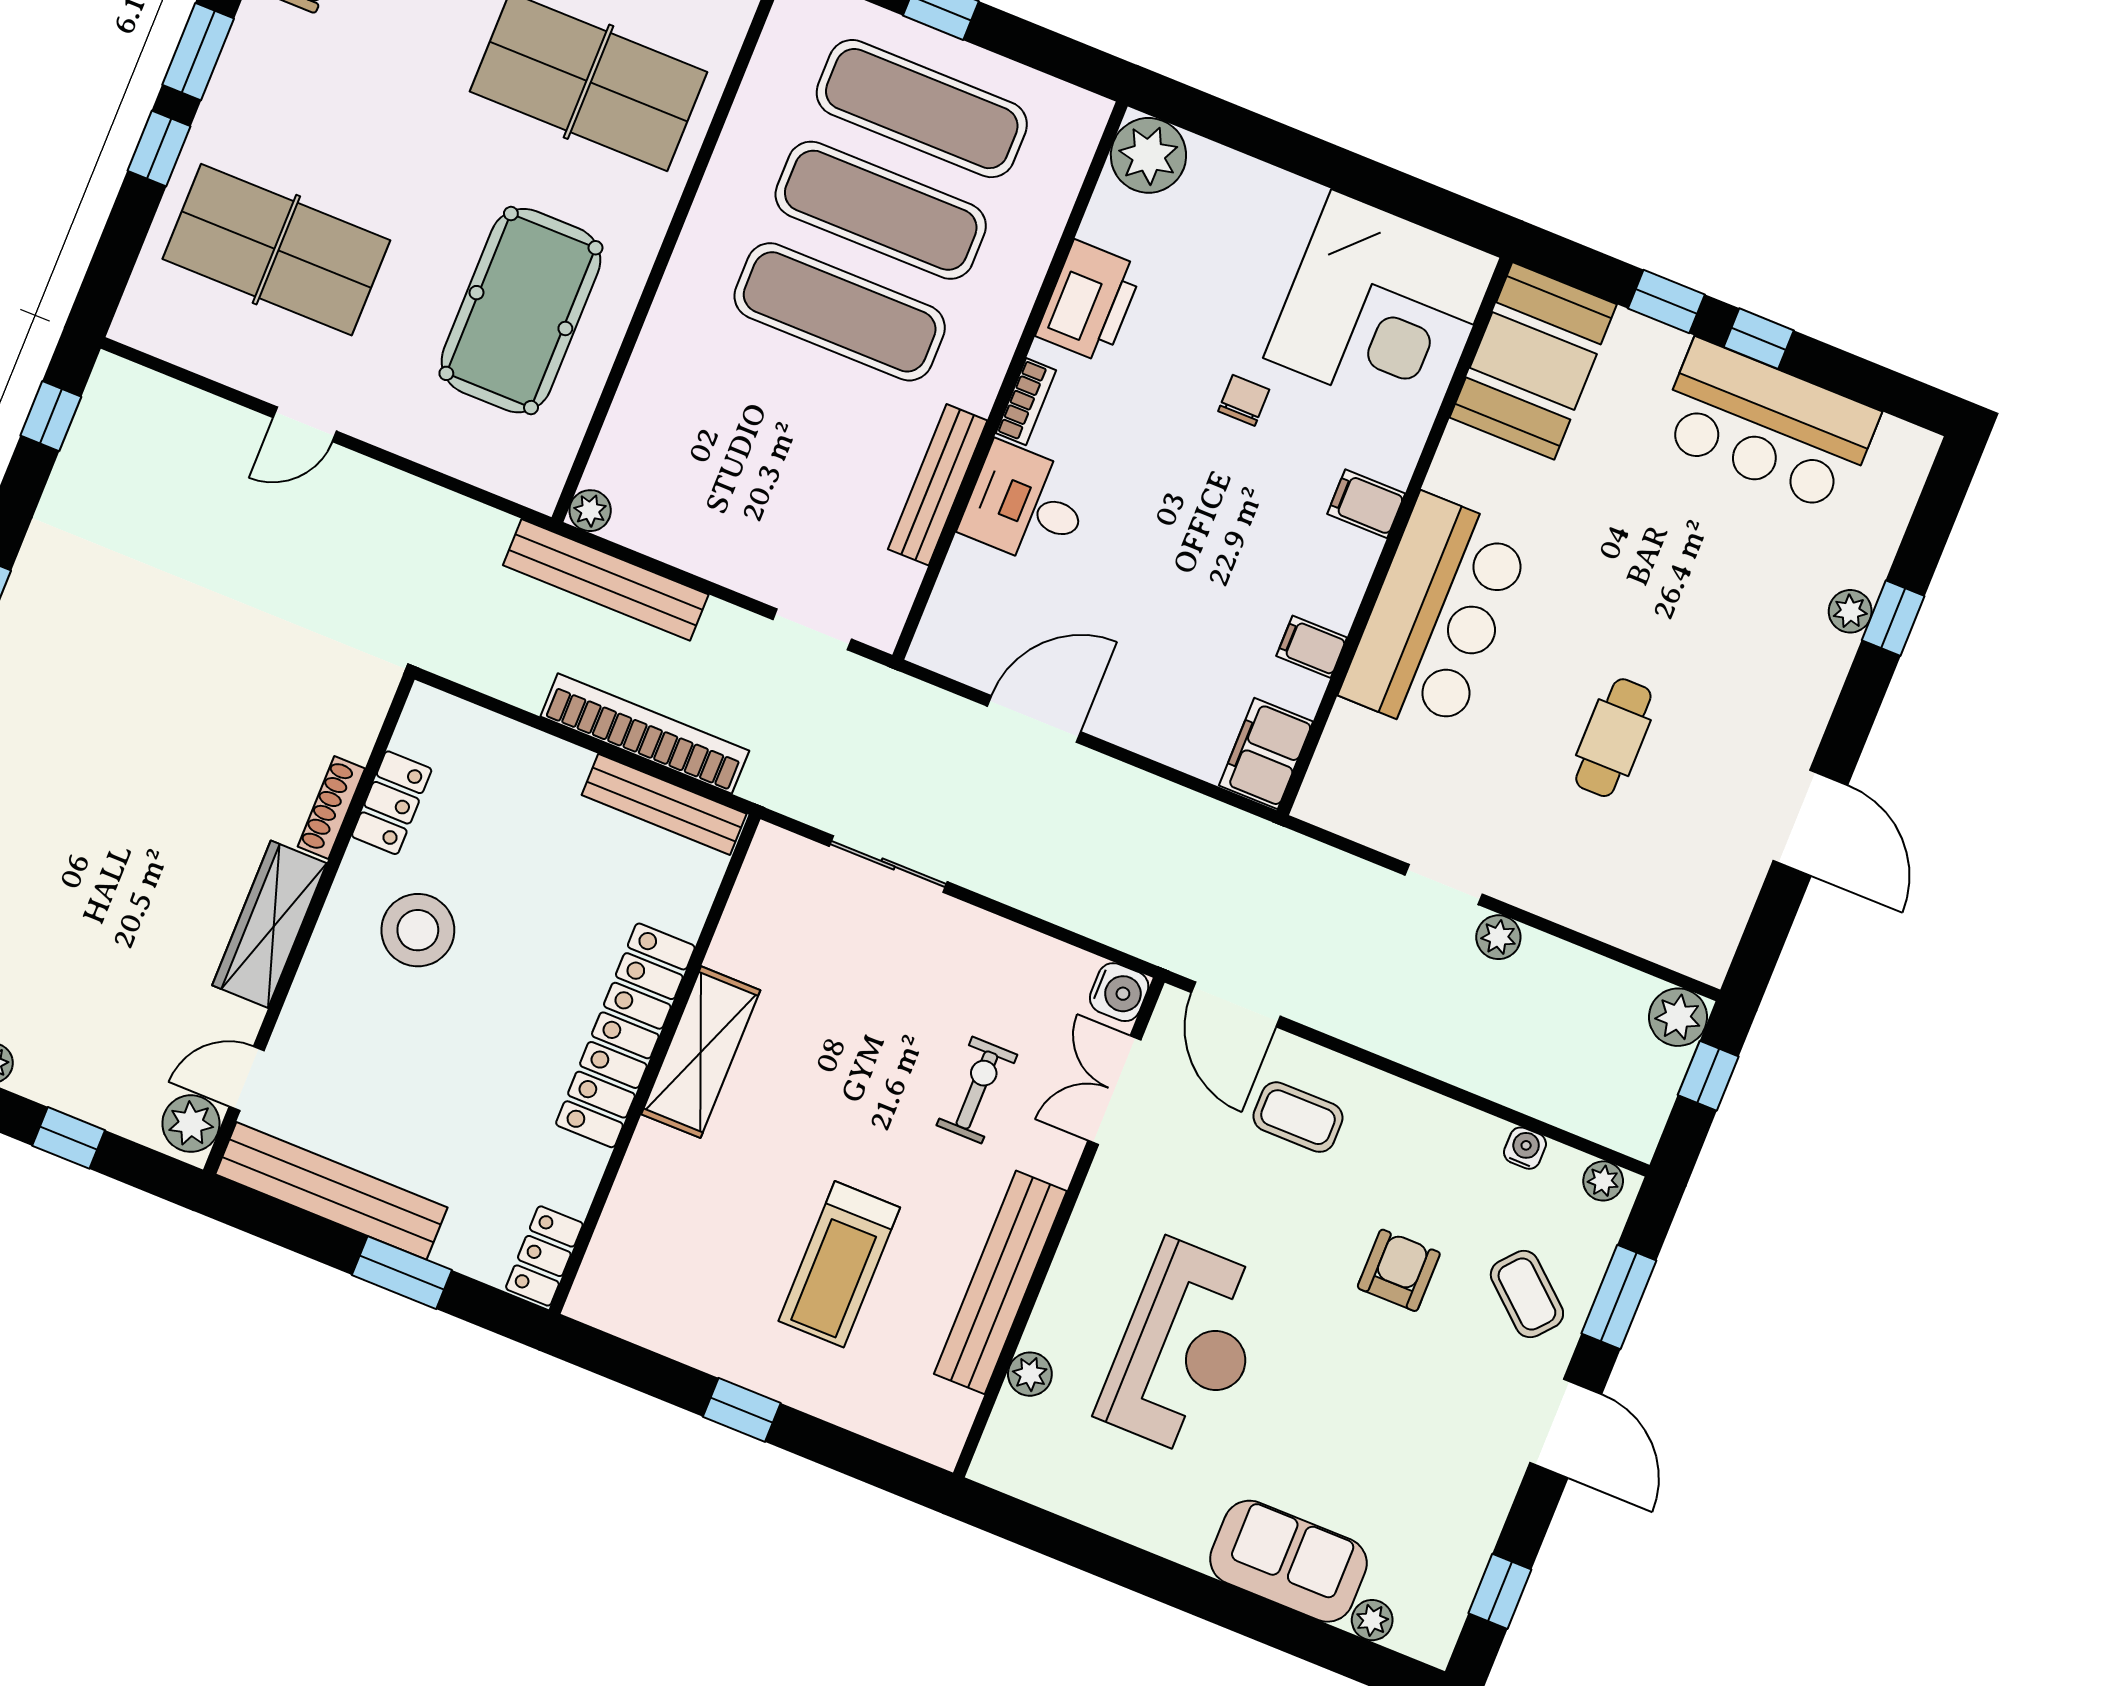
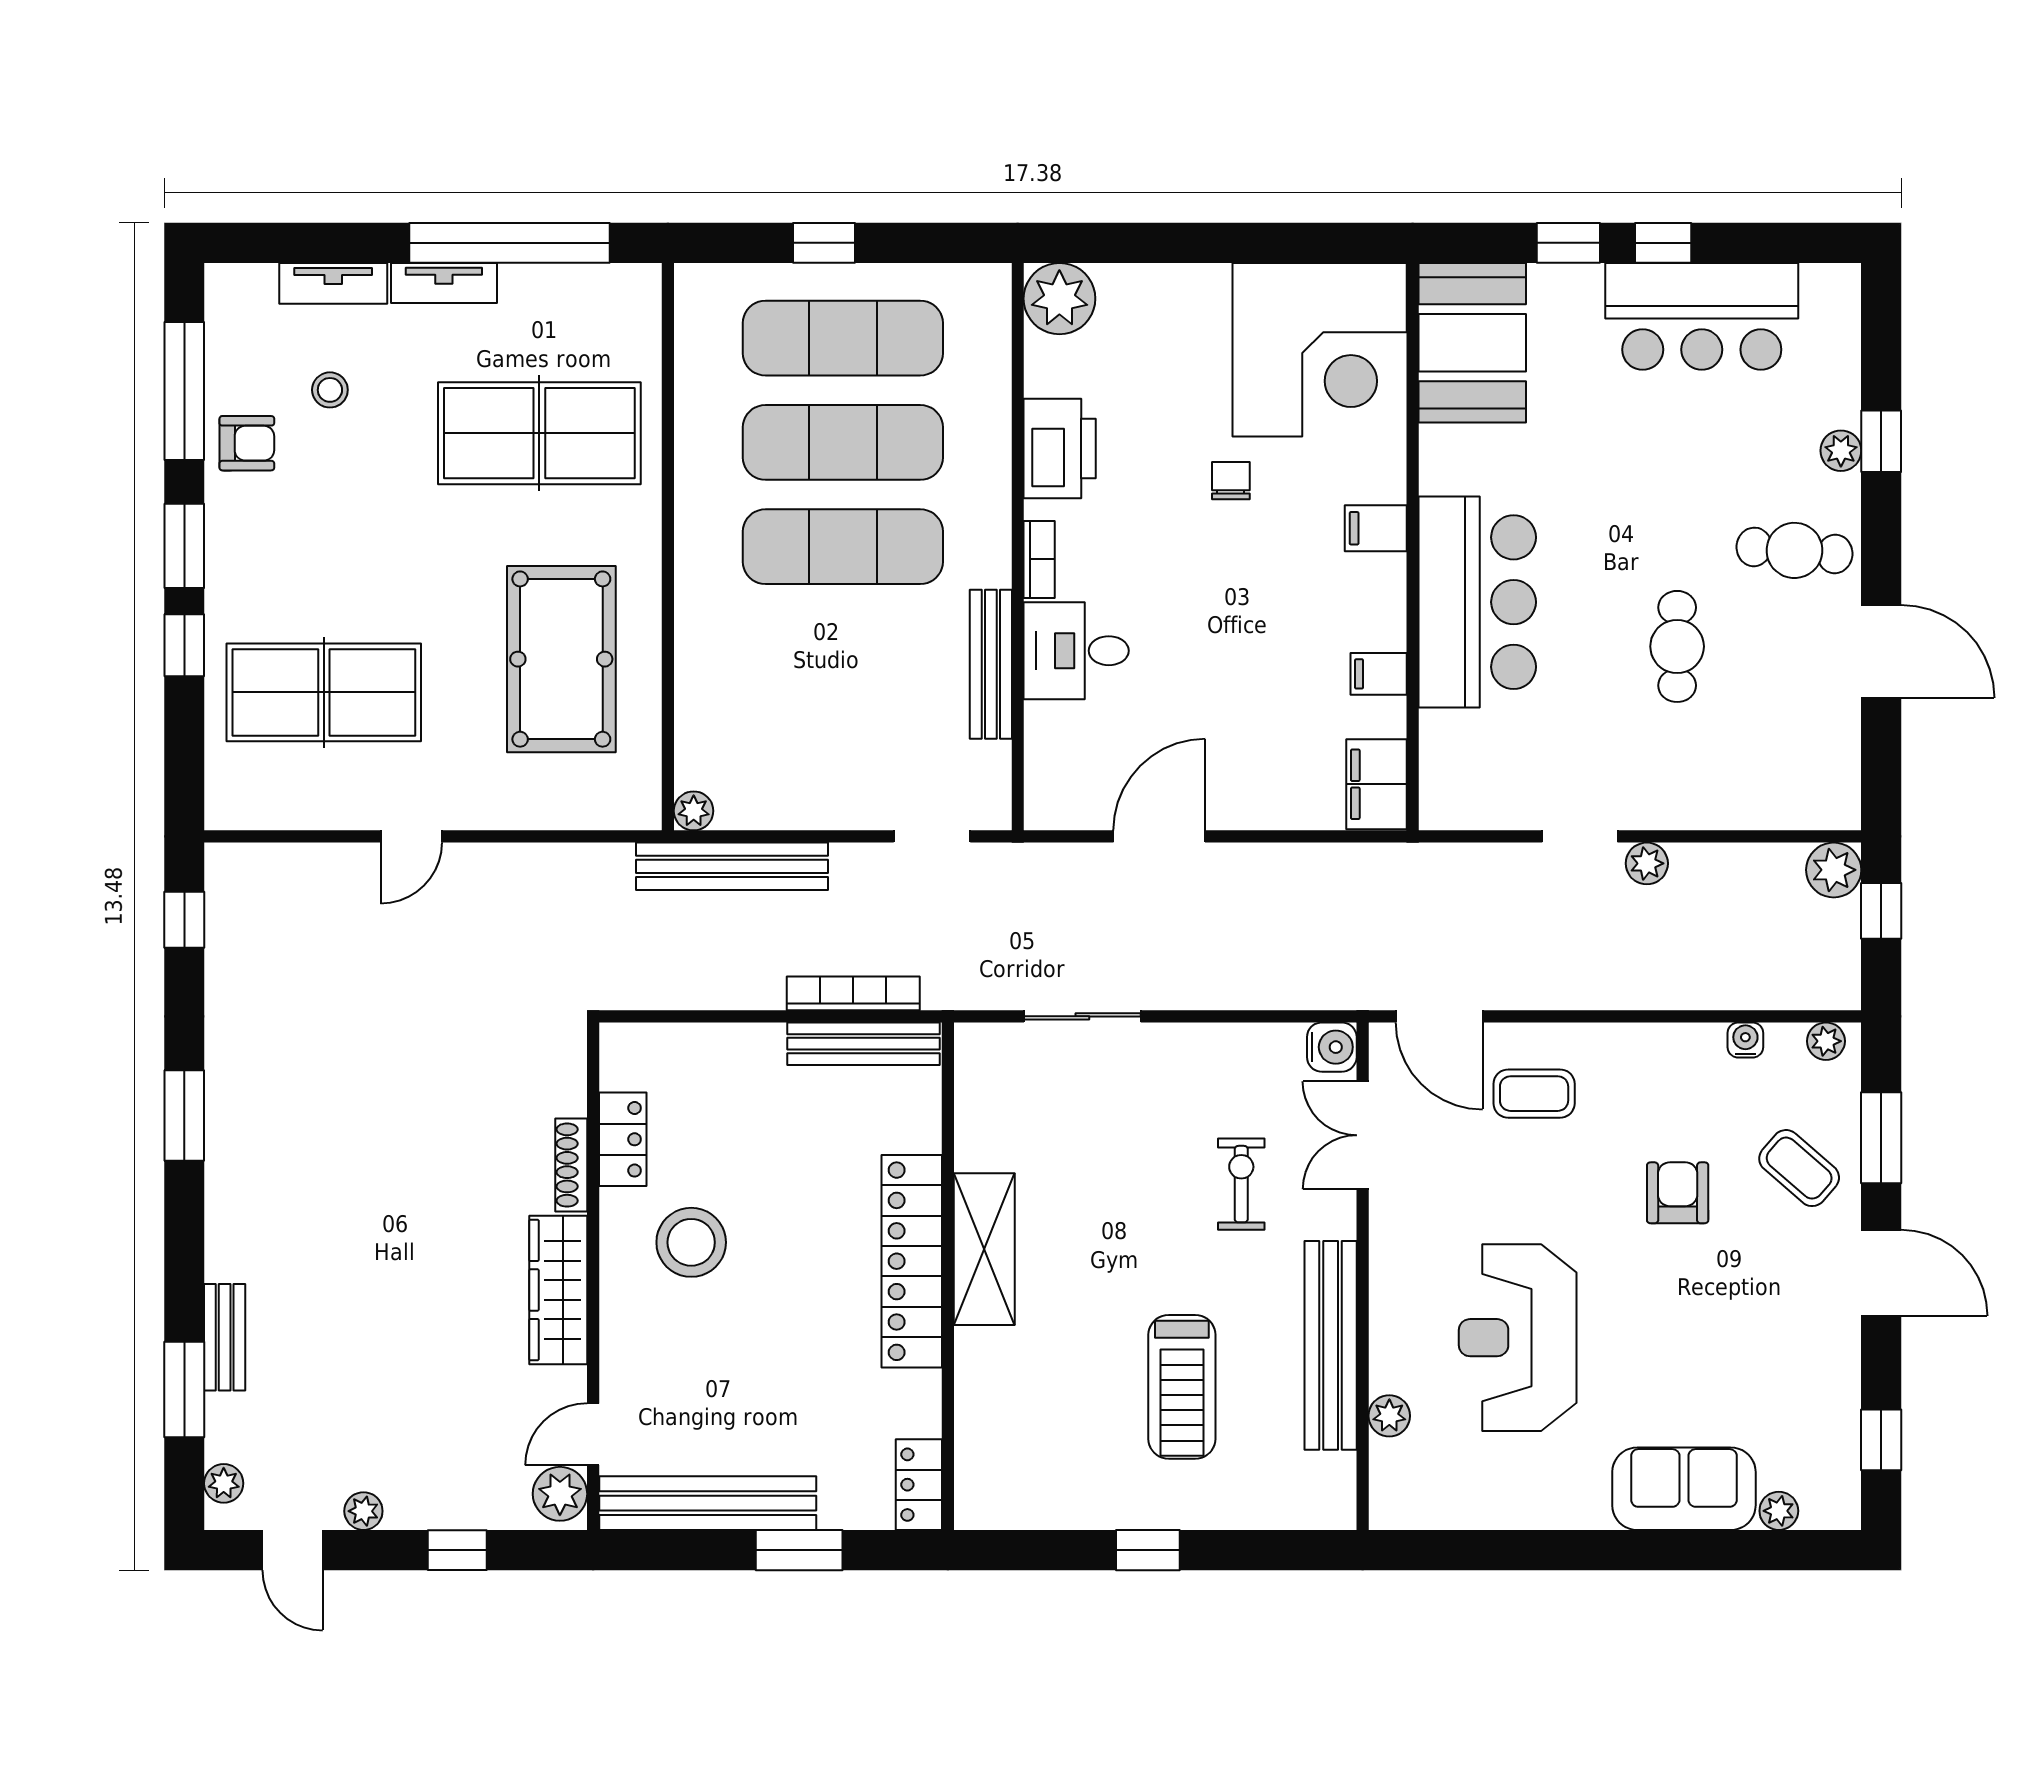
cafe table: (1766, 690) -> (1794, 550), added
bookcase: (645, 734) -> (853, 993), width x0.68, depth x0.76
reception desk: (1186, 1348) -> (1518, 1338), turned 180

